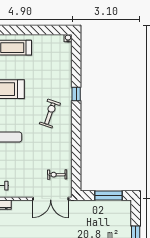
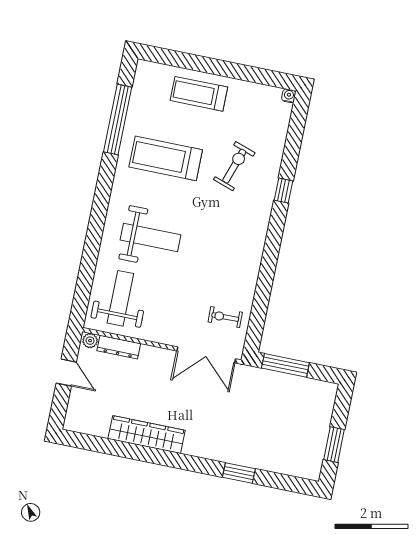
exercise bike: (50, 114) -> (234, 166), moved
window: (108, 196) -> (285, 365), moved

